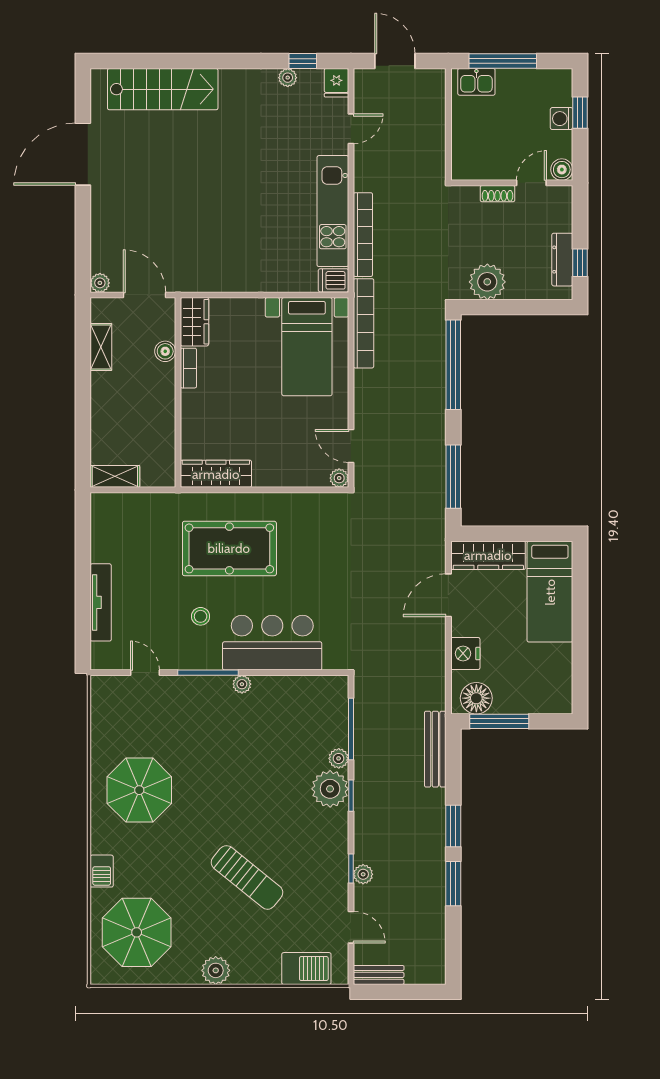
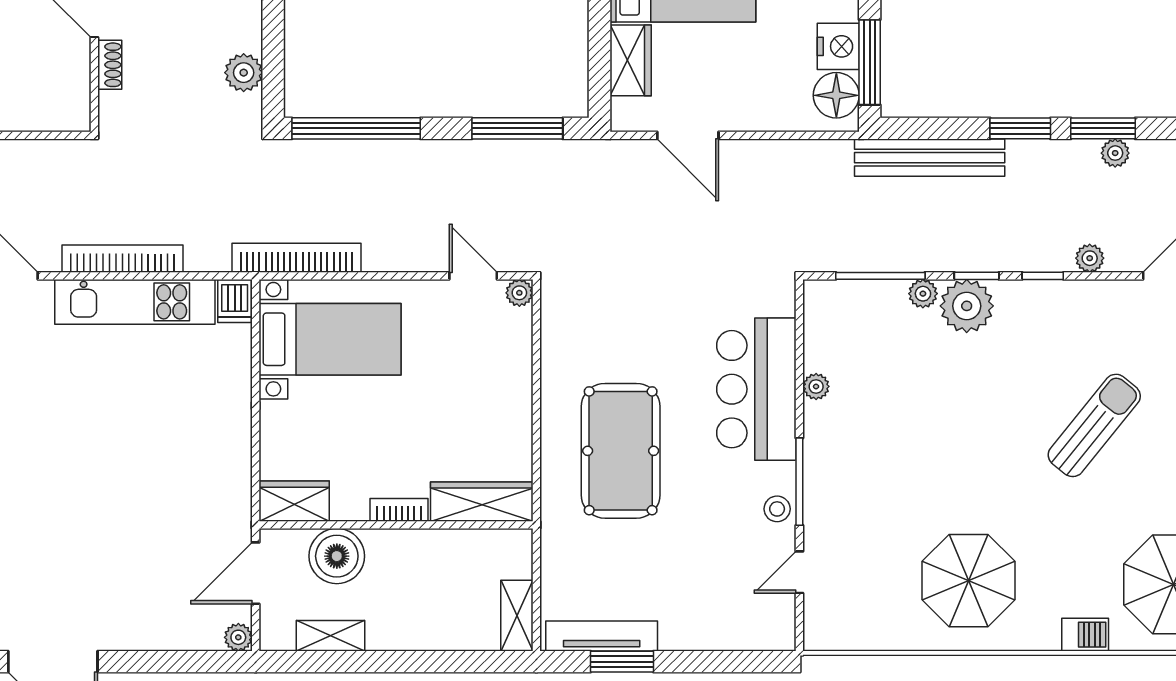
bookcase: (363, 235) -> (123, 259), moved
plant: (487, 282) -> (244, 73), width x0.73, depth x0.73
boiler: (165, 351) -> (337, 556), width x1.86, depth x1.86
bookcase: (188, 368) -> (399, 510), moved
door: (351, 446) -> (473, 276), swing flipped
wardrobe: (216, 474) -> (482, 502), moved, turned 90
window: (83, 549) -> (622, 662), added
wardrobe: (488, 555) -> (631, 60), width x0.67
tv unit: (101, 602) -> (602, 636), moved
stool: (201, 616) -> (777, 509), moved
nightstand: (465, 654) -> (838, 46), moved, turned -90
plant: (242, 684) -> (816, 386), moved
bench: (435, 749) -> (930, 158), width x1.37, depth x1.21
window: (351, 869) -> (1043, 276), moved
plant: (436, 892) -> (1115, 153), added

